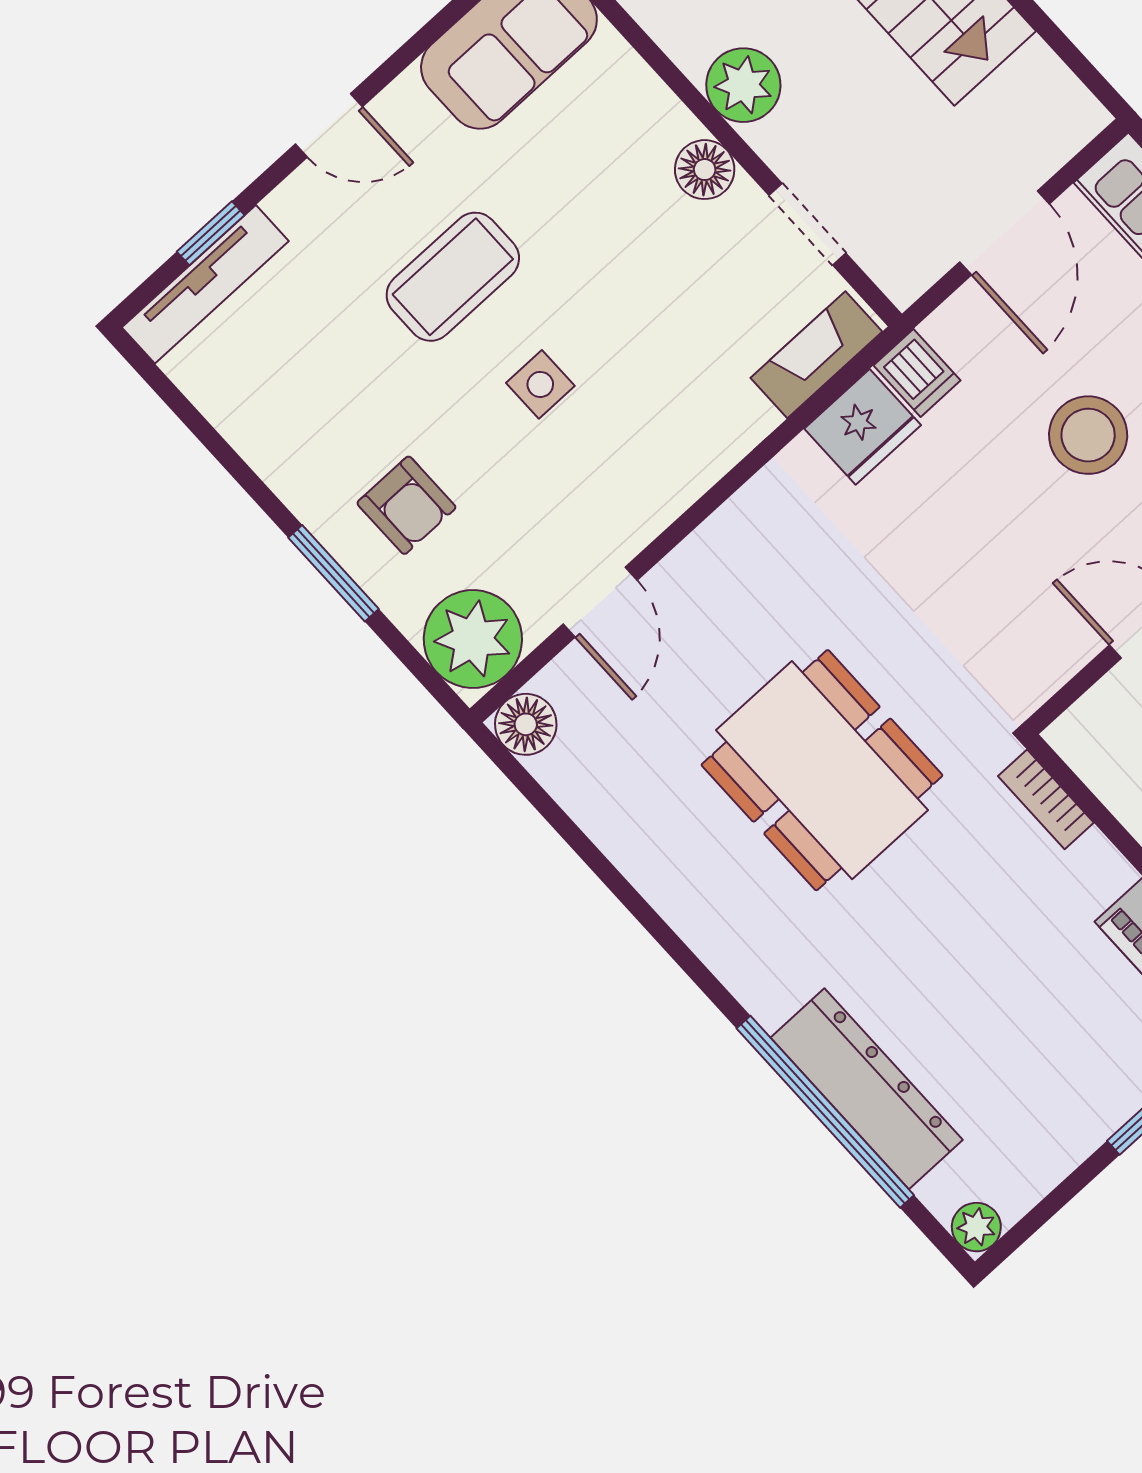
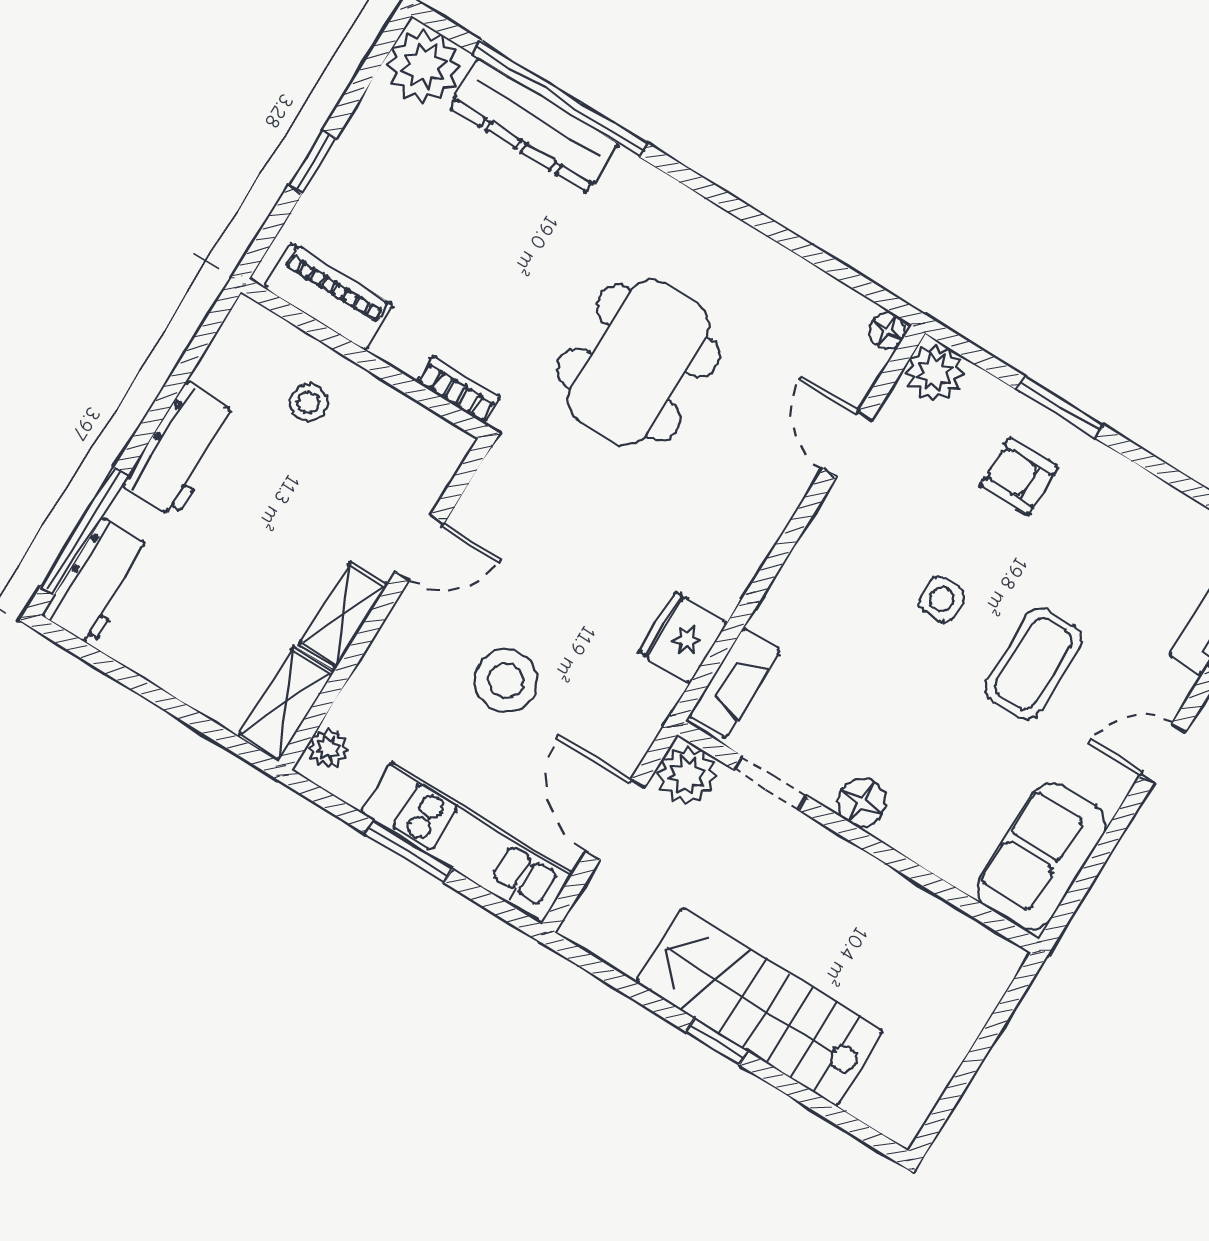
plant: (743, 85) -> (687, 775), moved
dishwasher: (917, 373) -> (652, 691), removed
plant: (473, 639) -> (934, 373), width x0.73, depth x0.73
floor lamp: (526, 724) -> (887, 331), width x0.73, depth x0.73
dining table: (822, 770) -> (638, 363), turned 90
plant: (976, 1227) -> (423, 66), width x1.88, depth x1.88

